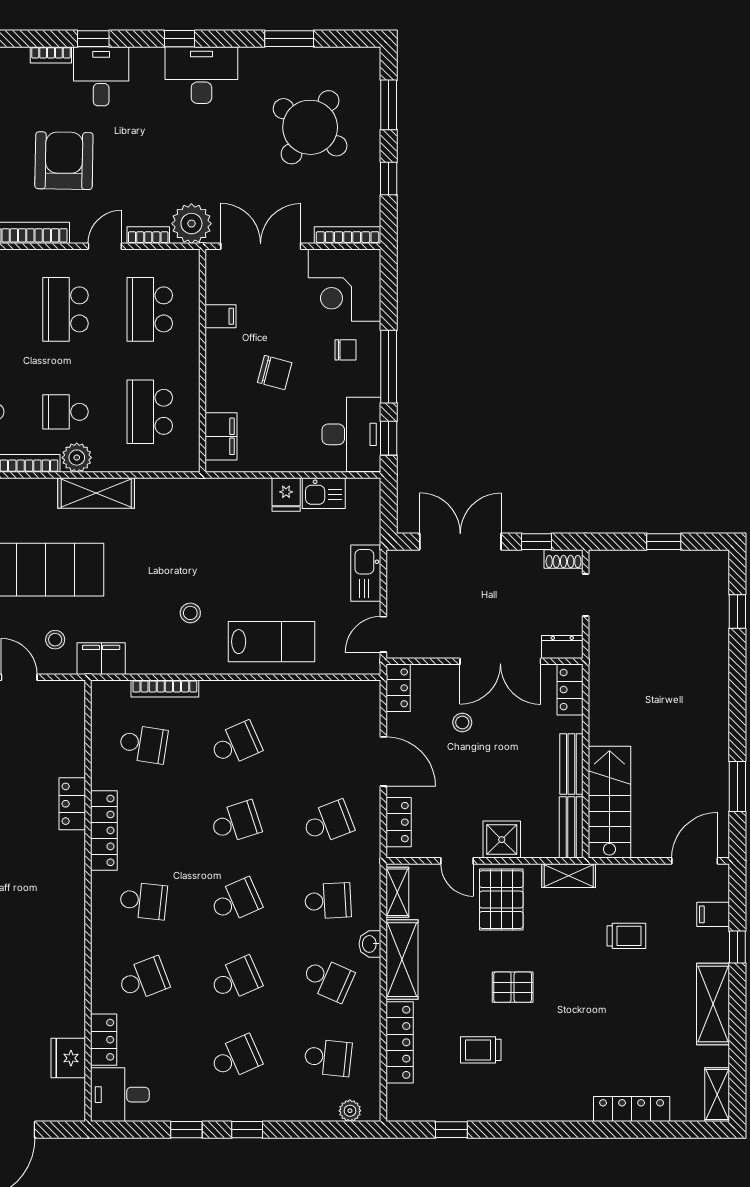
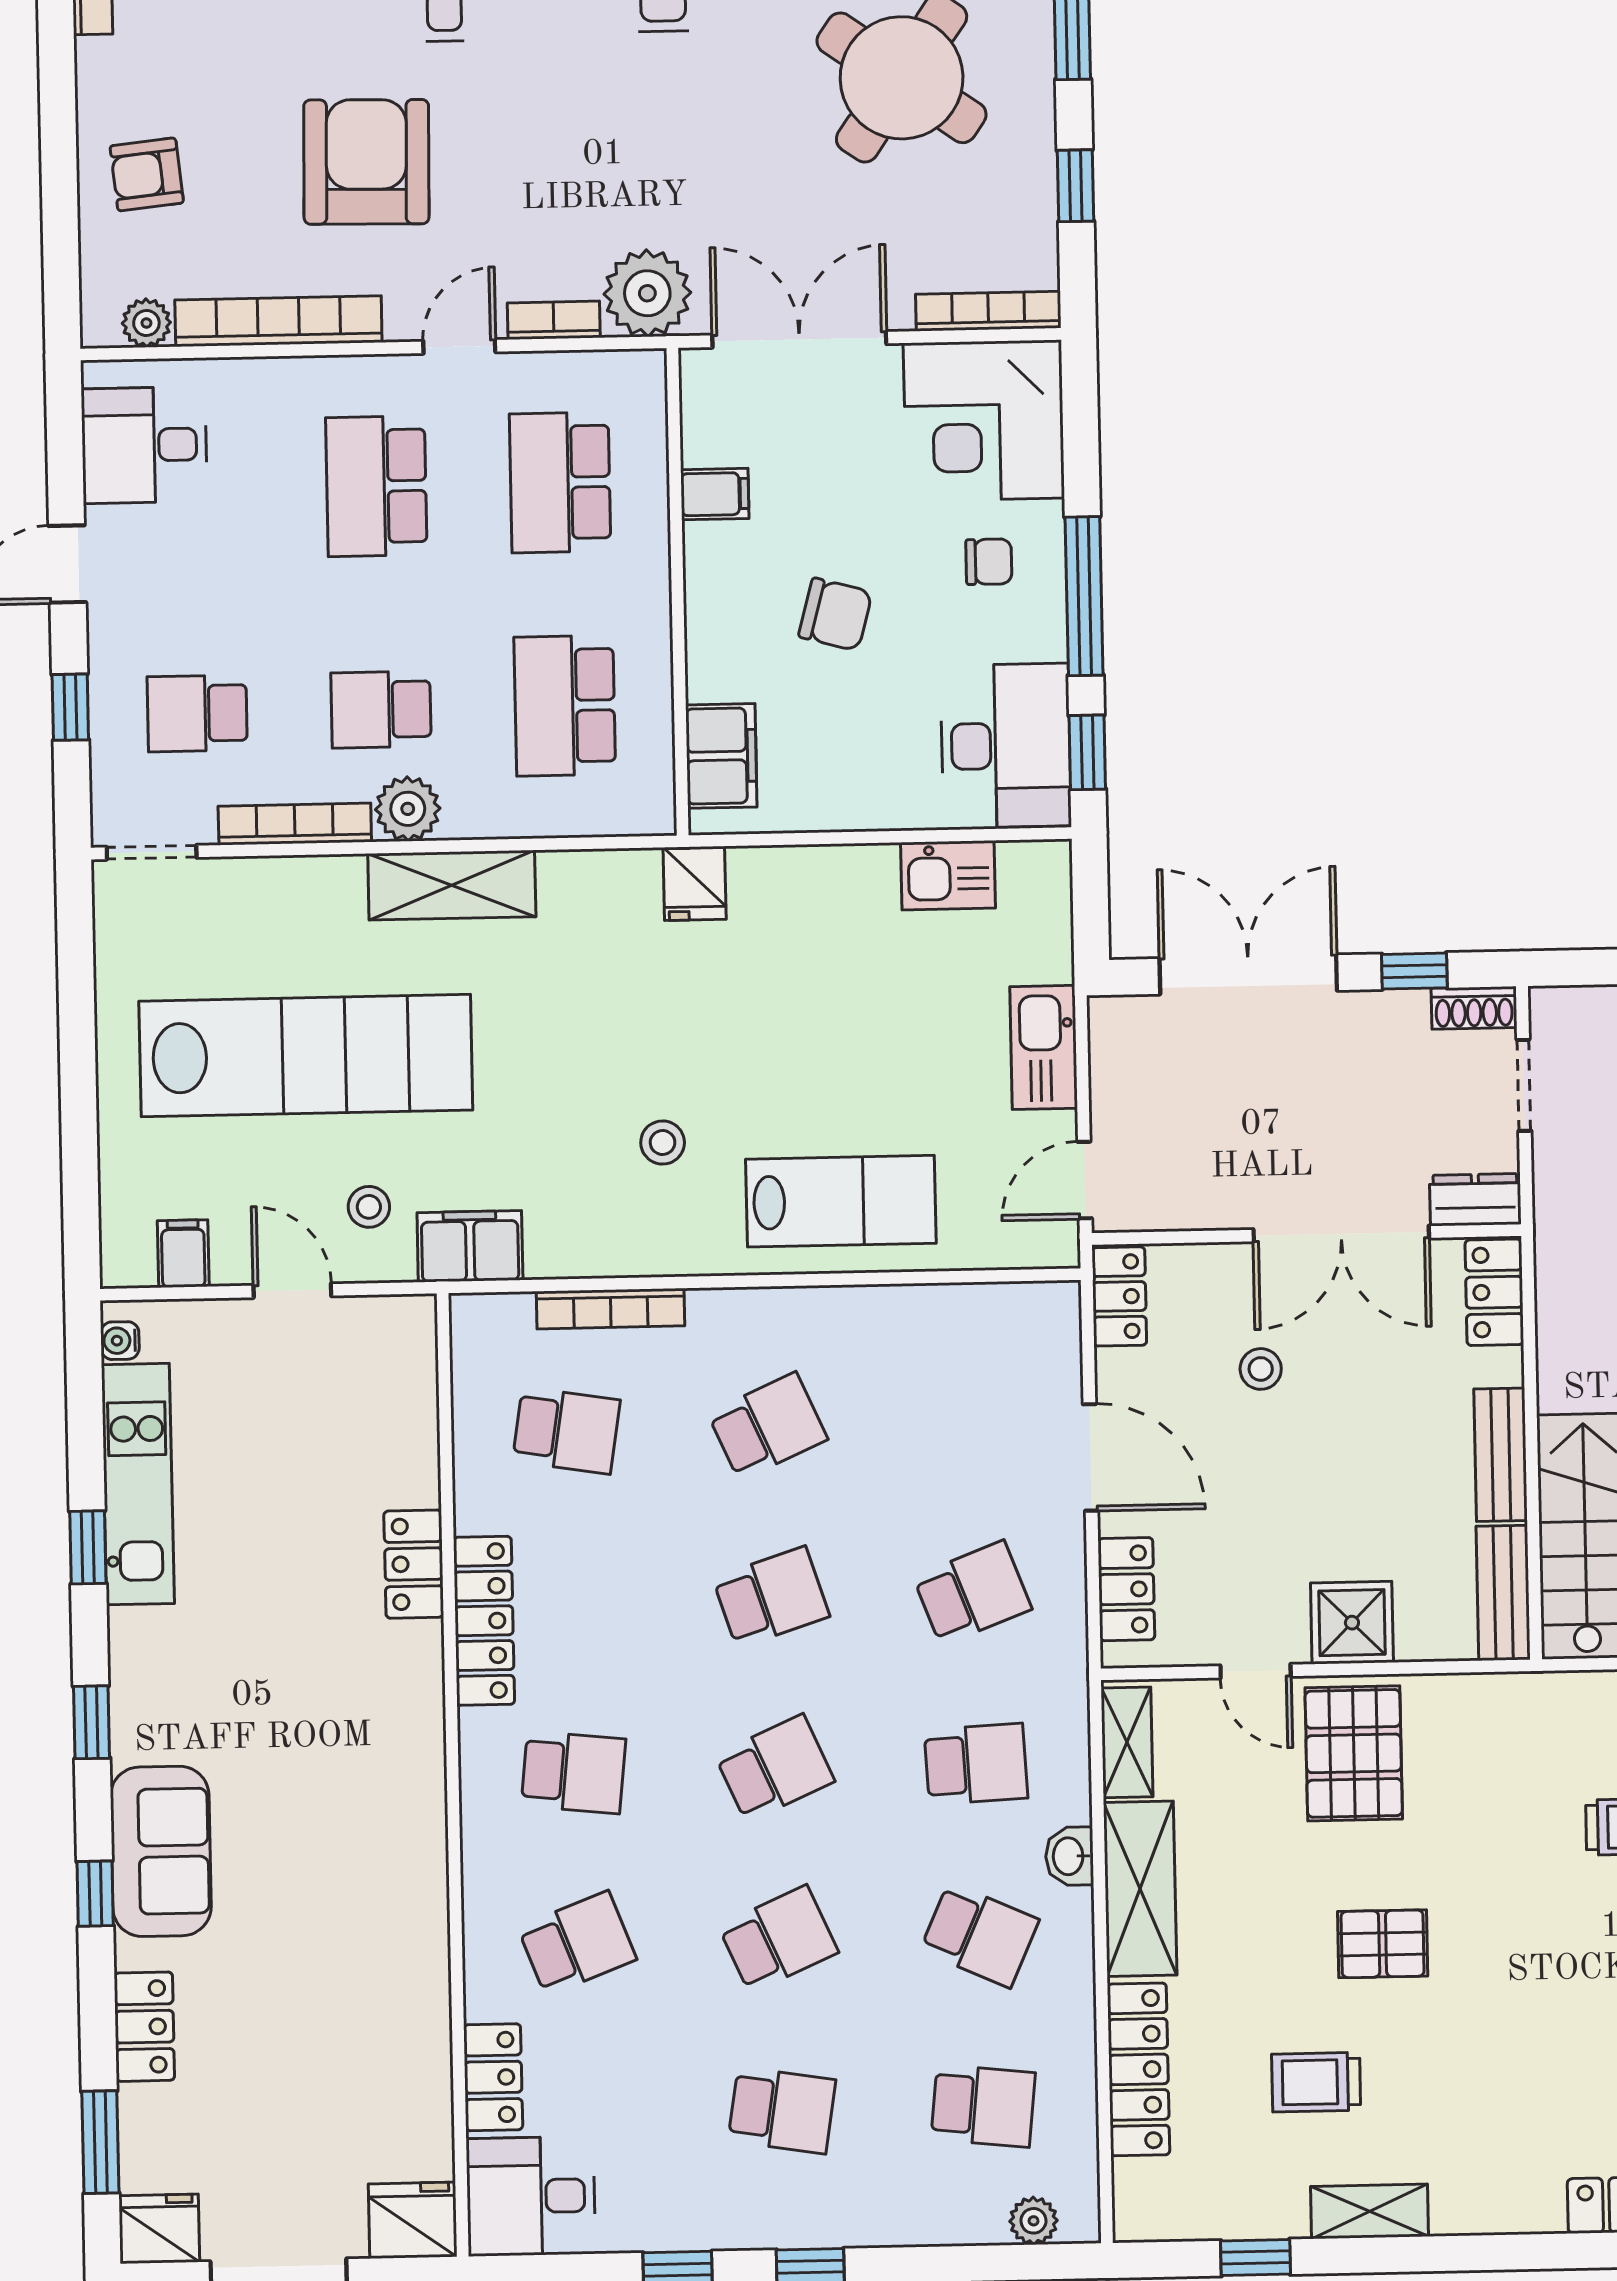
fridge: (286, 494) -> (695, 883), moved
shelving: (569, 876) -> (1369, 2211), moved
fridge: (68, 1058) -> (413, 2220), moved, turned 90
school desk: (236, 1058) -> (782, 2110), turned 33

